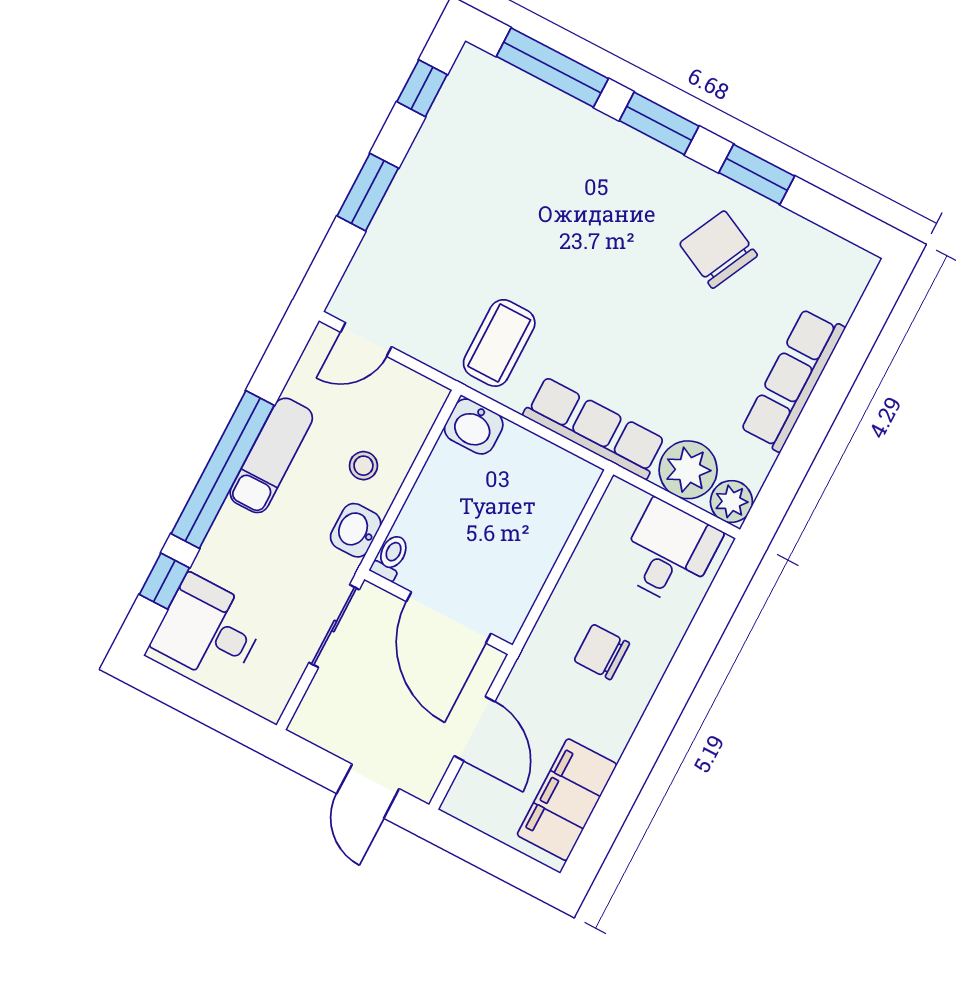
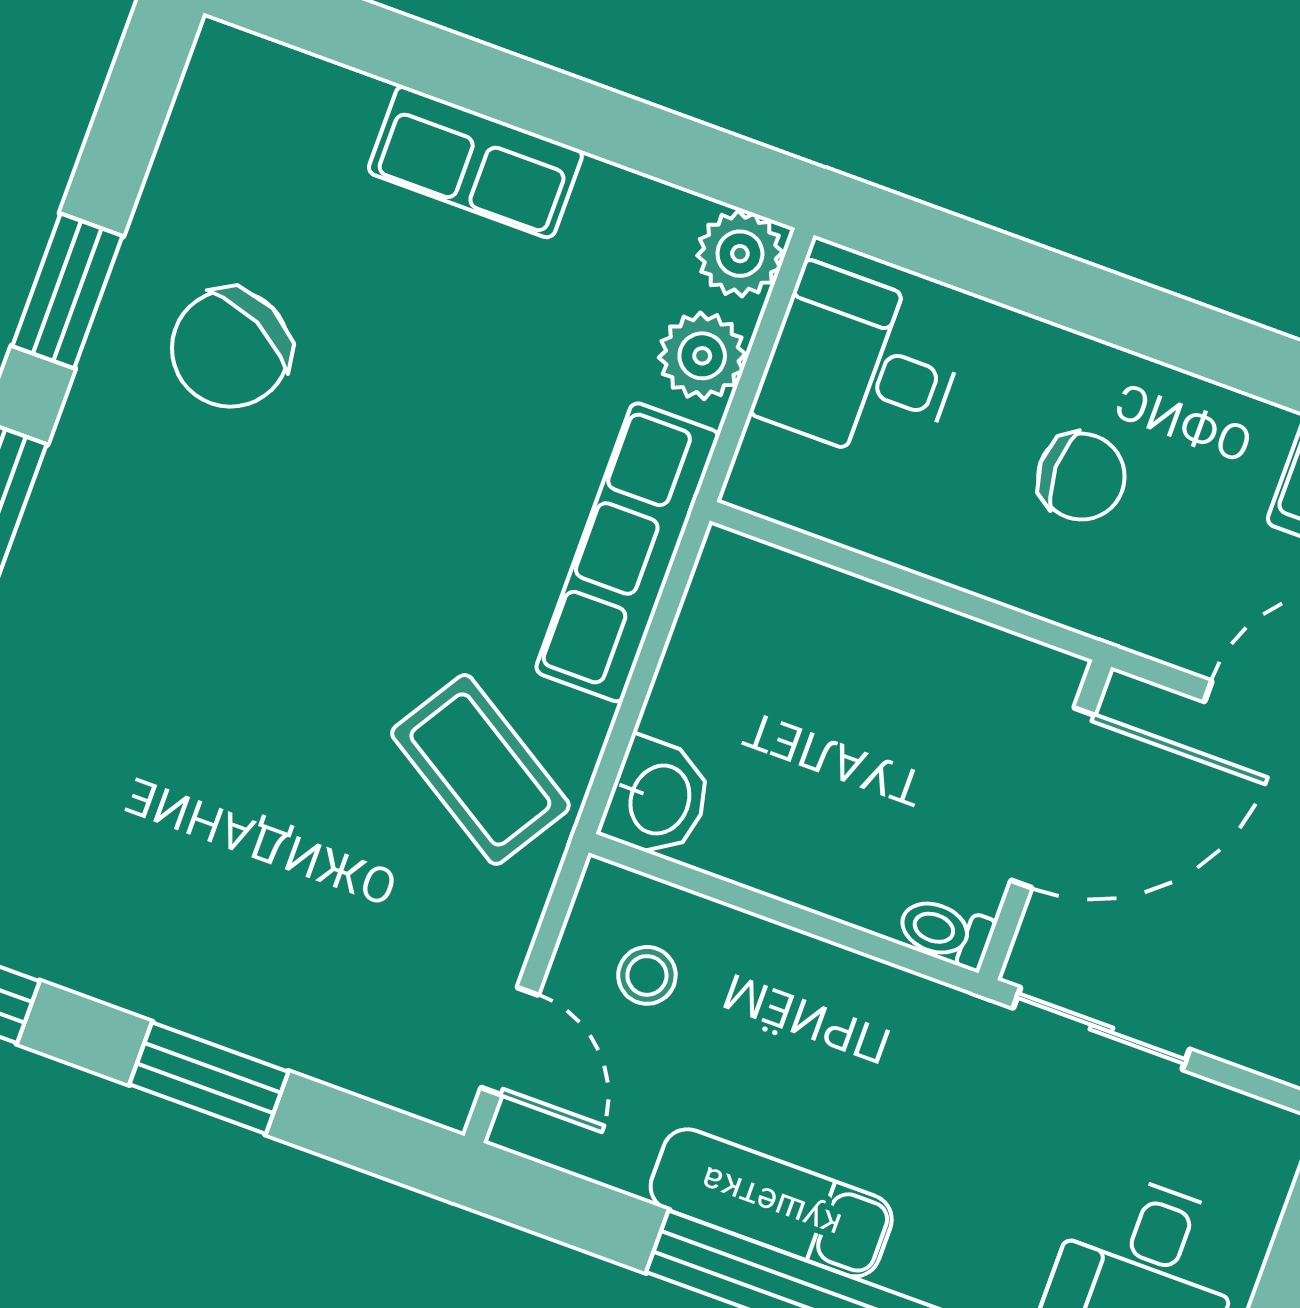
coffee table: (499, 343) -> (480, 769), turned 32
row of seats: (793, 380) -> (475, 162), width x0.68
stool: (363, 466) -> (647, 975), moved
plant: (688, 470) -> (702, 356), width x0.73, depth x0.73
washbasin: (356, 530) -> (901, 1011), removed
chair: (602, 652) -> (1081, 477), turned -90

